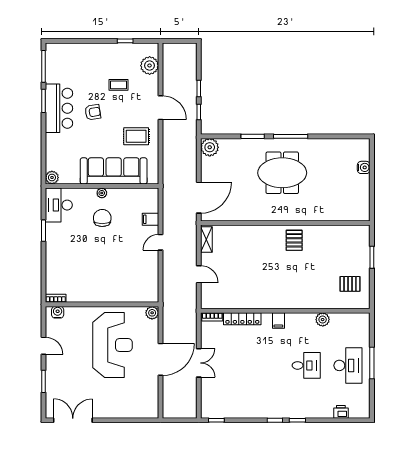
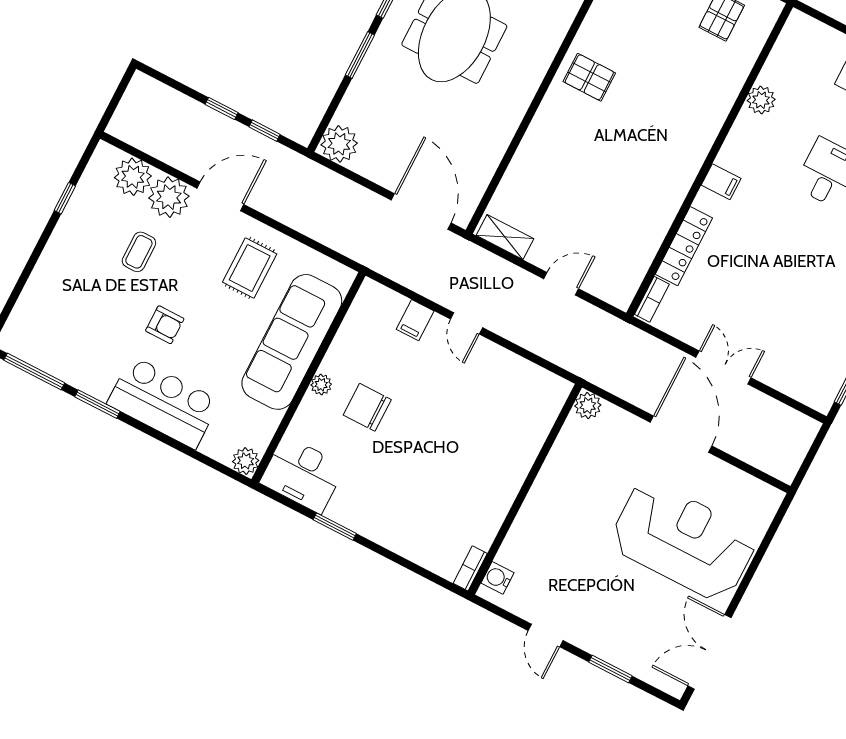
plant: (149, 86) -> (169, 197), added
bar counter: (59, 108) -> (163, 402), moved
armchair: (93, 112) -> (165, 325), turned 99
reception desk: (112, 345) -> (683, 541), moved
door: (43, 346) -> (546, 635), swing flipped

